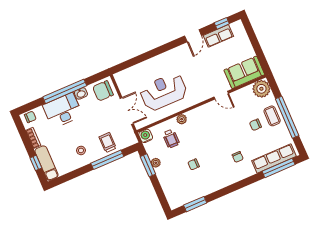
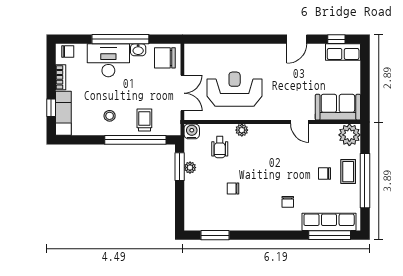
row of seats: (218, 36) -> (343, 52), moved
window: (107, 160) -> (135, 140), width x1.46

